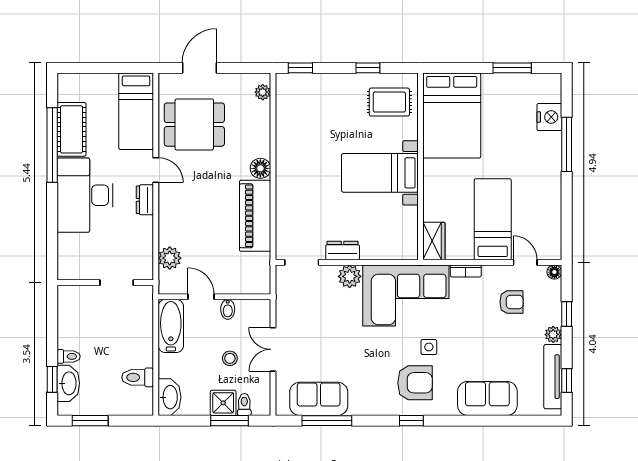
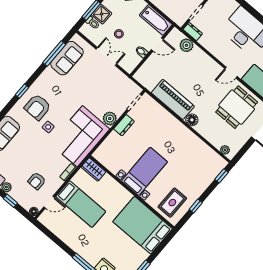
dresser: (145, 200) -> (193, 32), moved

